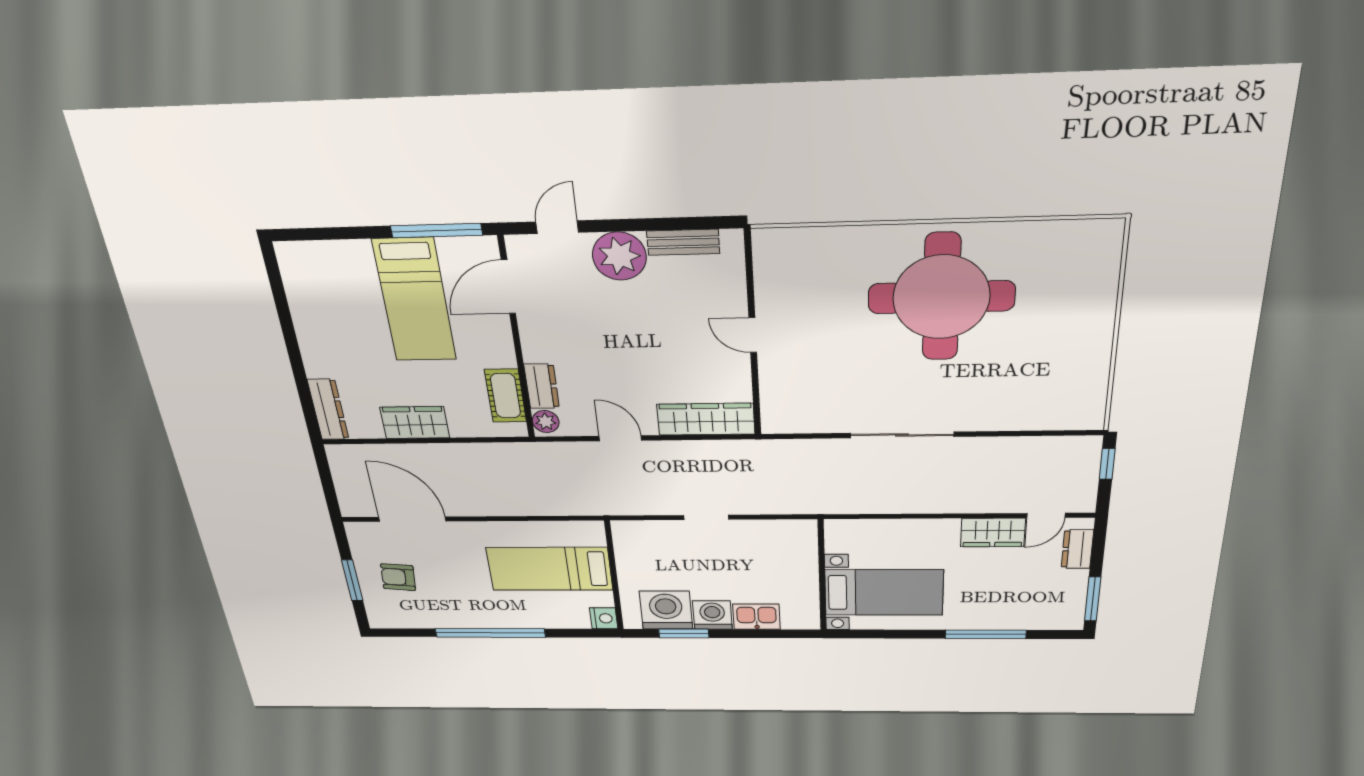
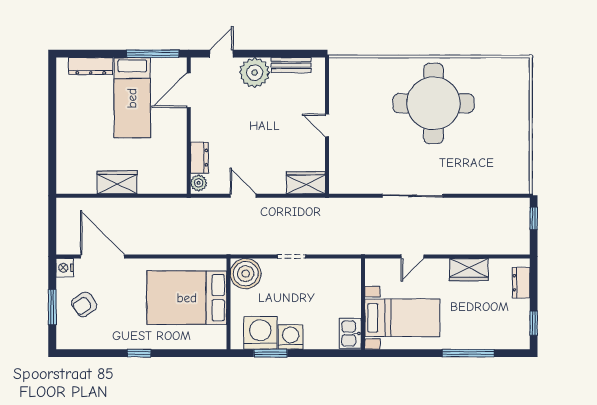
cot: (506, 396) -> (177, 164), removed
dresser: (328, 409) -> (91, 66), moved, turned 90
wardrobe: (706, 419) -> (306, 183), width x0.67
door: (1046, 515) -> (412, 256), moved
boiler: (636, 539) -> (246, 274), added
bed: (550, 569) -> (187, 298), width x1.50
armchair: (398, 577) -> (84, 304), turned -39
window: (1093, 599) -> (534, 323), width x0.67
kitchen sink: (757, 617) -> (350, 333), moved, turned -90
nightstand: (604, 618) -> (65, 268), moved, turned 180
window: (490, 633) -> (139, 353), width x0.32

